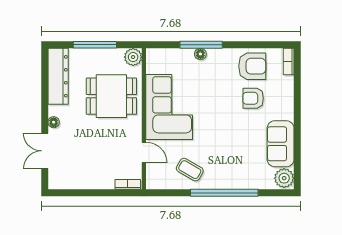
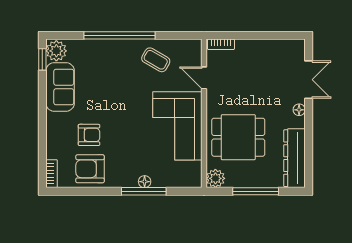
window: (297, 170) -> (42, 59), added

